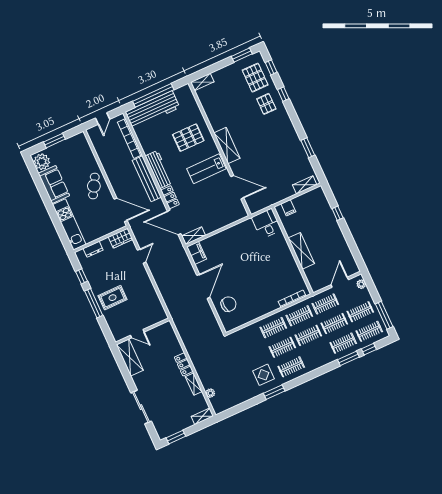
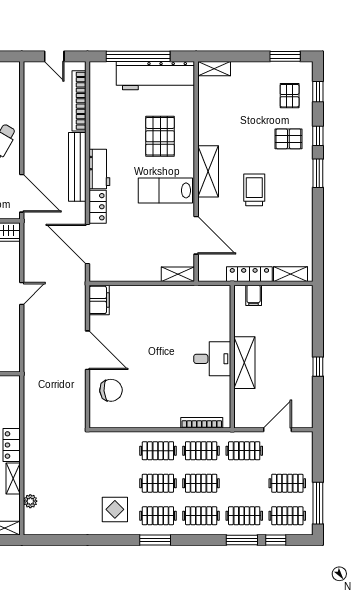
pallet: (255, 78) -> (290, 96), width x0.67, depth x0.71
pallet: (266, 104) -> (288, 139), turned 90
workbench: (153, 110) -> (155, 76), moved
door: (103, 119) -> (54, 56), hinge flipped
pallet: (188, 138) -> (160, 136), turned 90
trolley: (260, 144) -> (254, 190), added
window: (308, 148) -> (318, 173), moved
workbench: (159, 169) -> (99, 169), width x0.73
locker: (280, 196) -> (249, 274), added
window: (338, 213) -> (318, 367), moved
desk: (266, 224) -> (212, 359), moved, turned 90
shelving: (194, 236) -> (178, 274), moved
door: (142, 256) -> (22, 294), moved
plant: (361, 284) -> (306, 446), removed
door: (203, 286) -> (88, 350), hinge flipped
clothes rail: (334, 324) -> (201, 516), moved
window: (274, 392) -> (155, 540), moved

